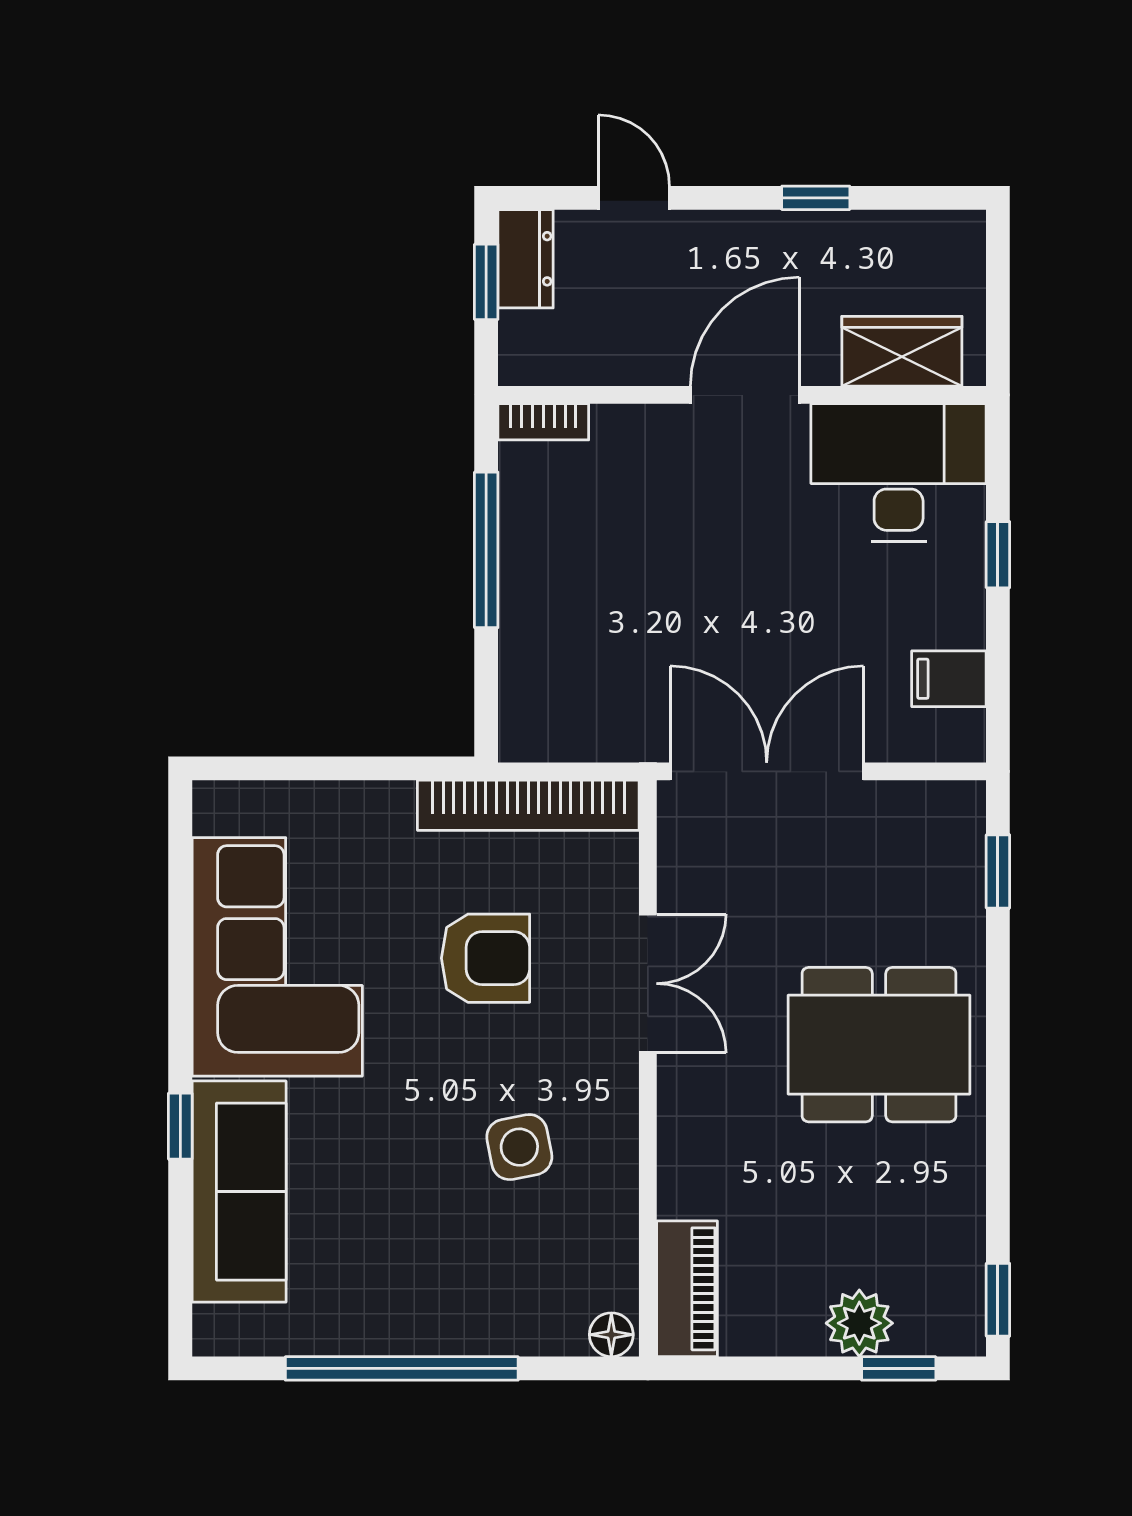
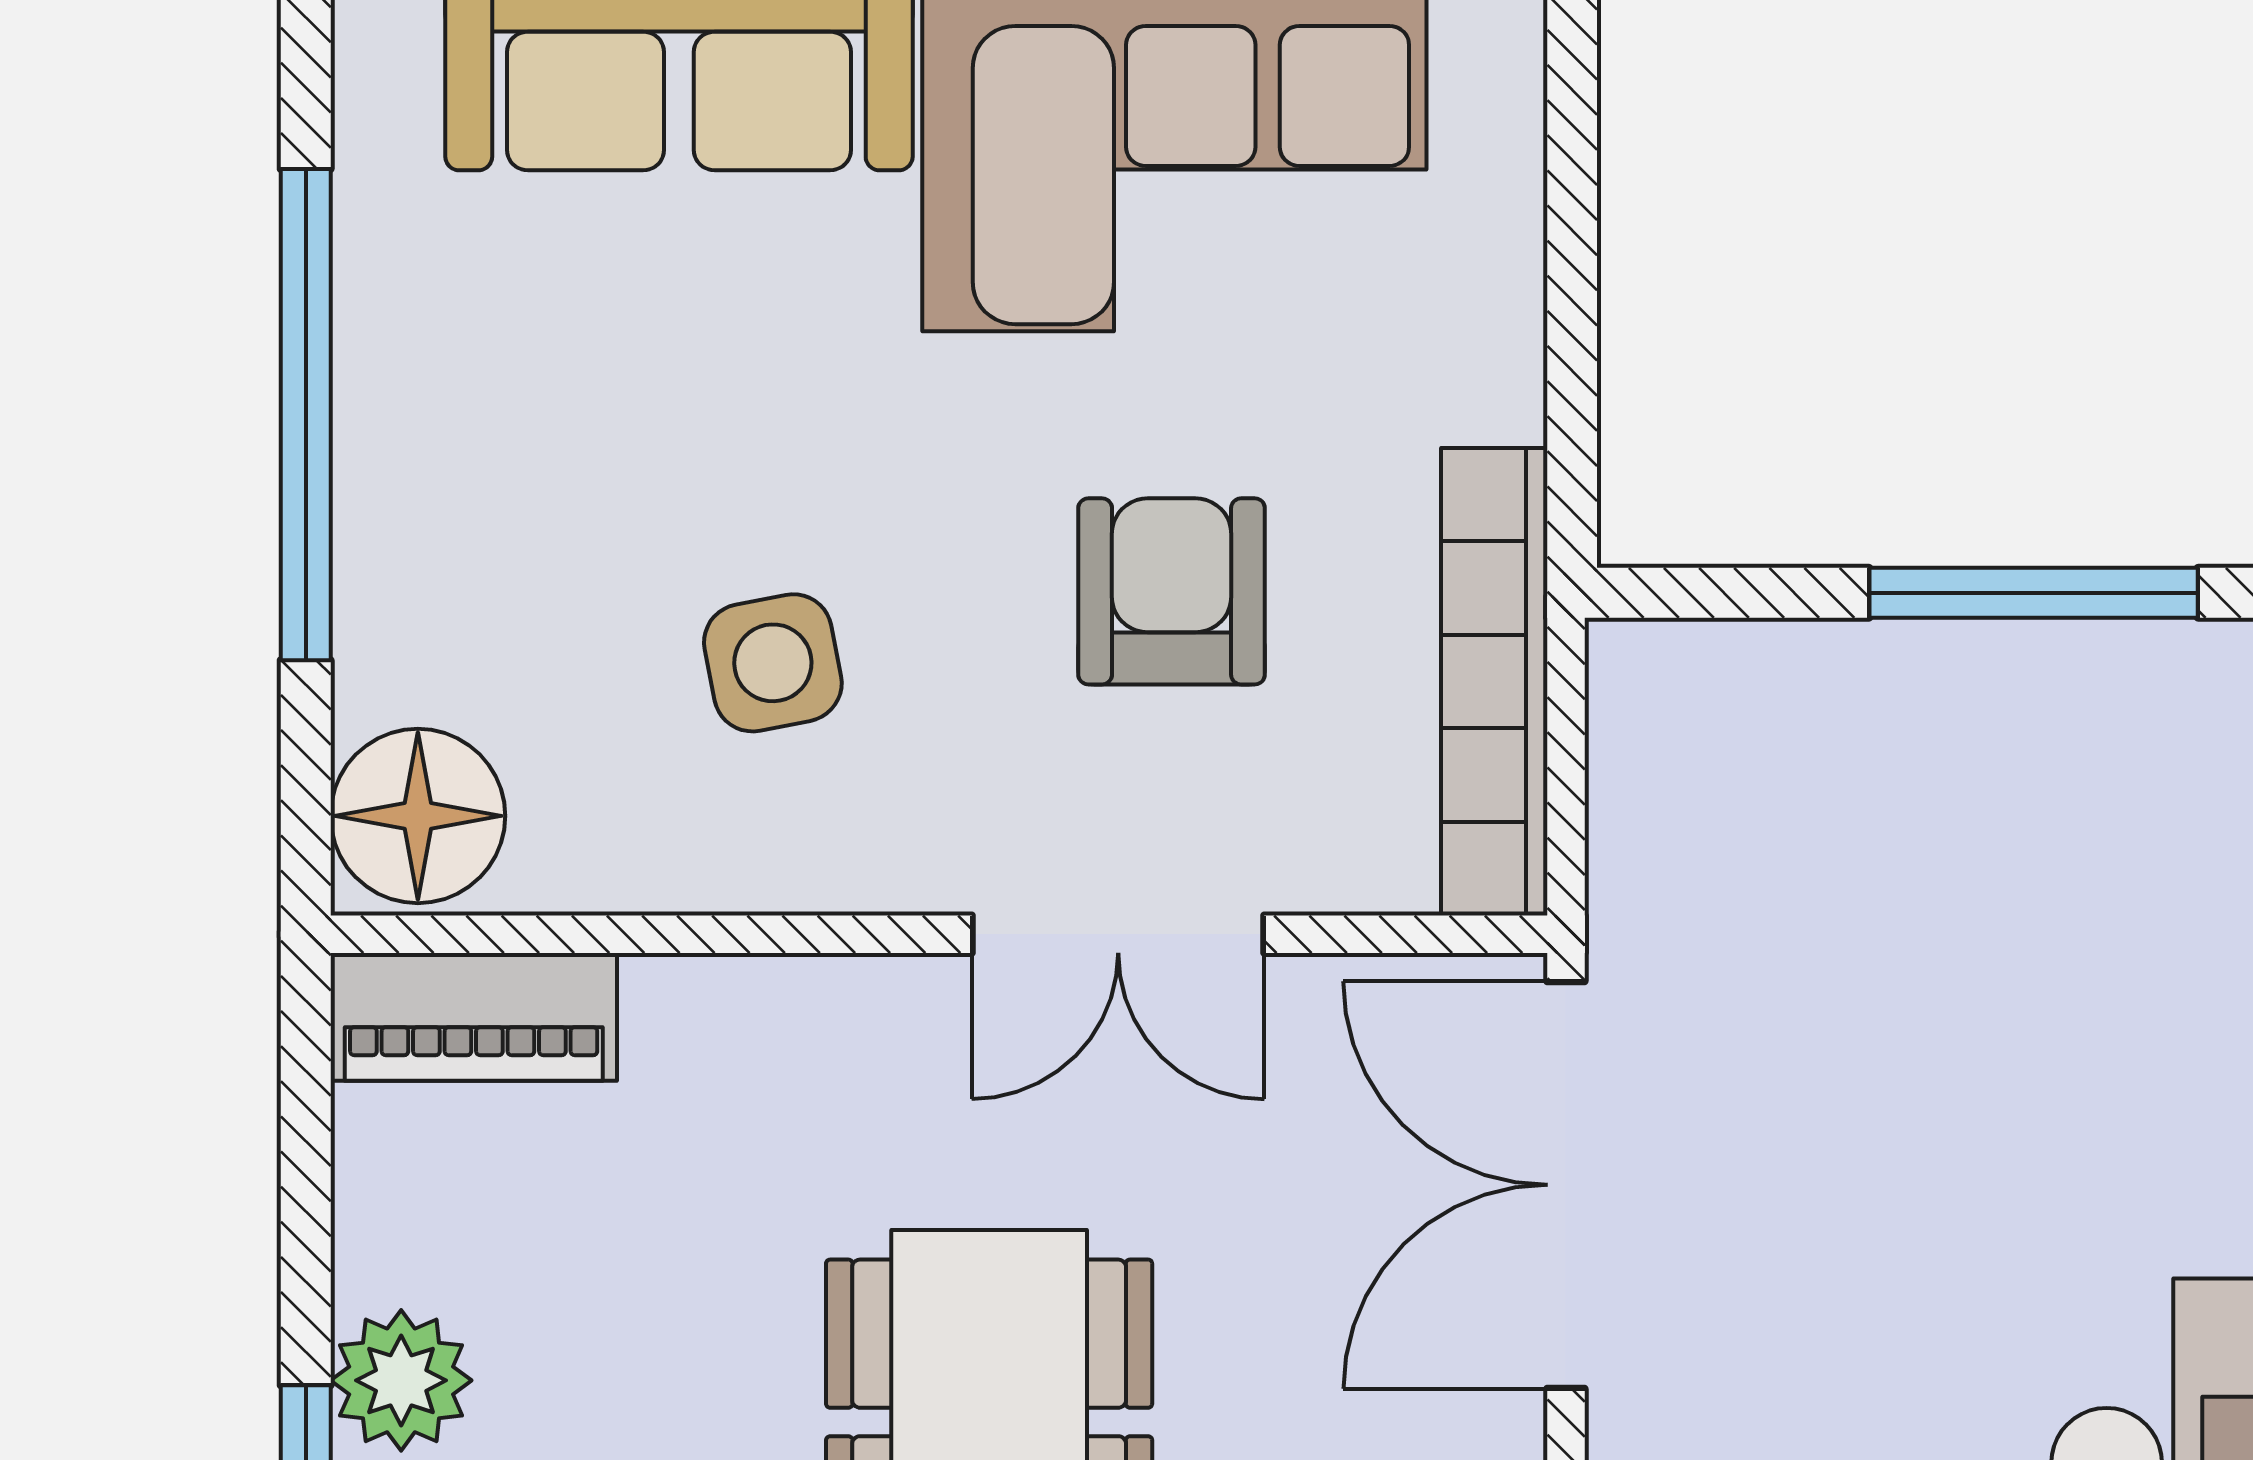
double door: (767, 771) -> (1566, 1185), swing flipped
armchair: (485, 958) -> (1172, 591), turned 180
floor lamp: (611, 1335) -> (418, 816), width x1.89, depth x1.89

